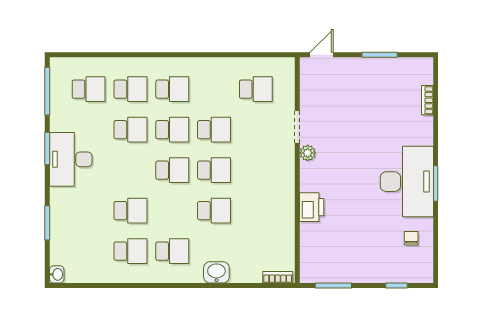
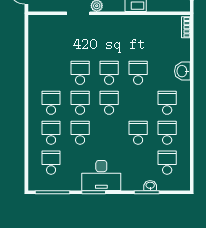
school desk: (256, 89) -> (167, 163), moved
washbasin: (57, 274) -> (150, 186), moved

